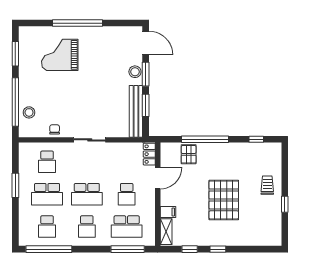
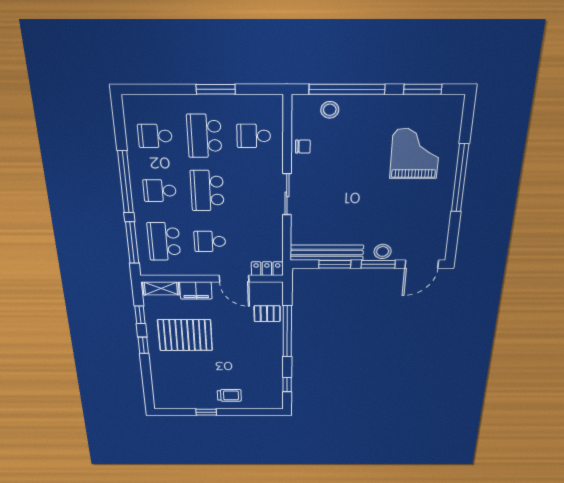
pallet: (224, 200) -> (185, 335), moved
filing cabinet: (168, 212) -> (196, 290), width x2.00
window: (49, 249) -> (126, 182), moved

